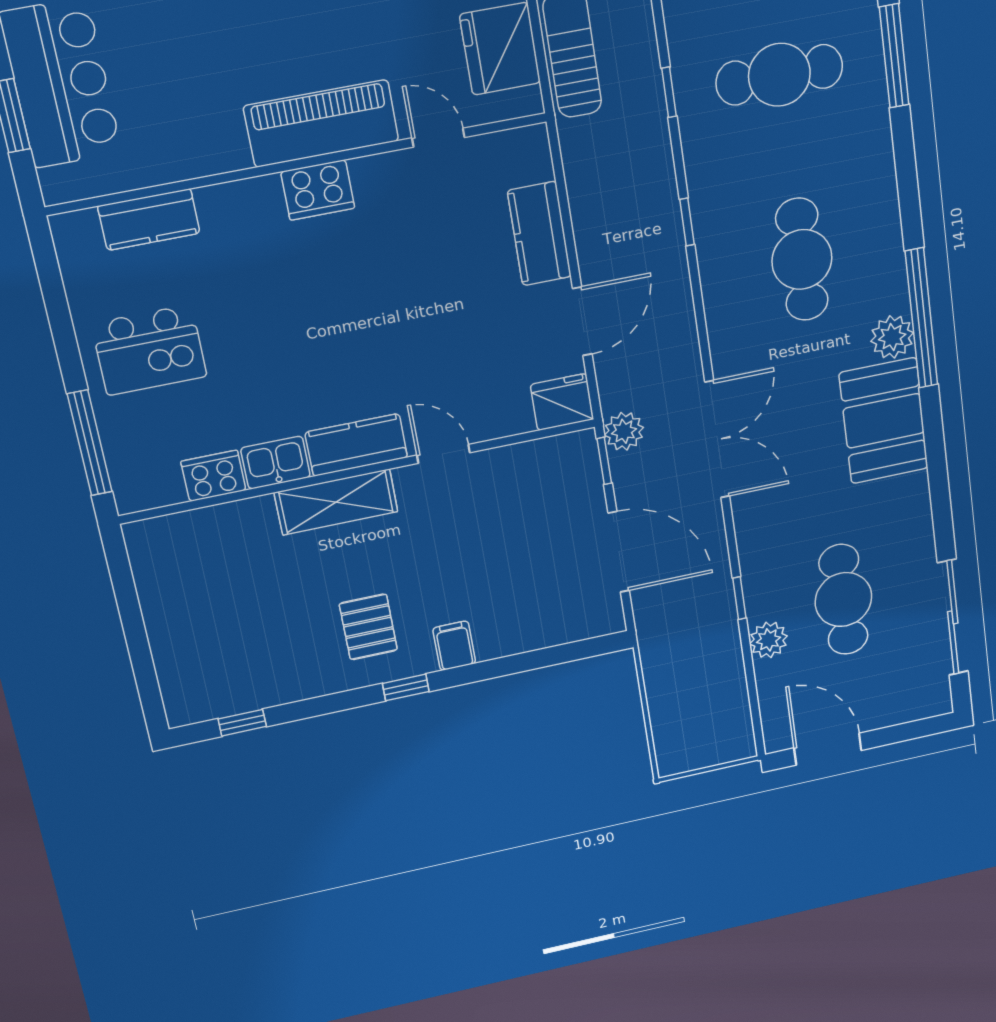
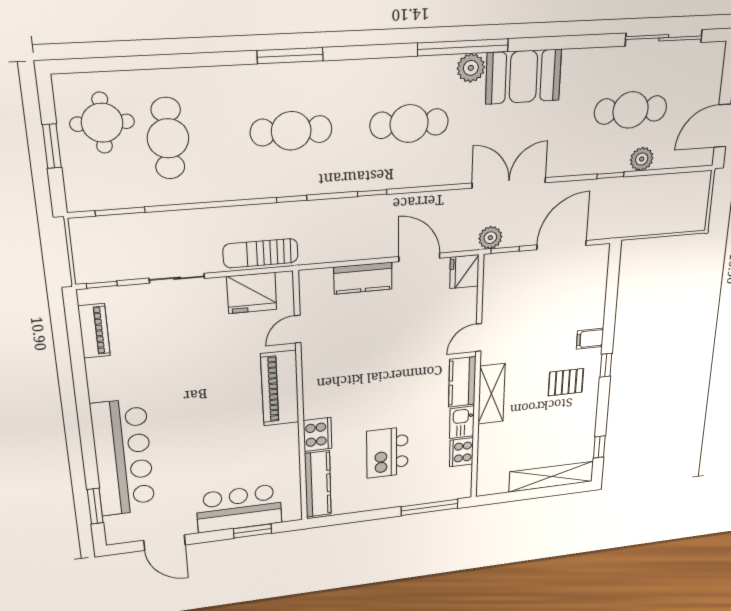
cafe table: (779, 75) -> (291, 131), turned 90
cooker: (318, 190) -> (318, 435), moved
kitchen counter: (149, 220) -> (318, 484), width x1.50
kitchen island: (149, 350) -> (387, 453), moved, turned 180
shelving: (173, 653) -> (551, 477), added

